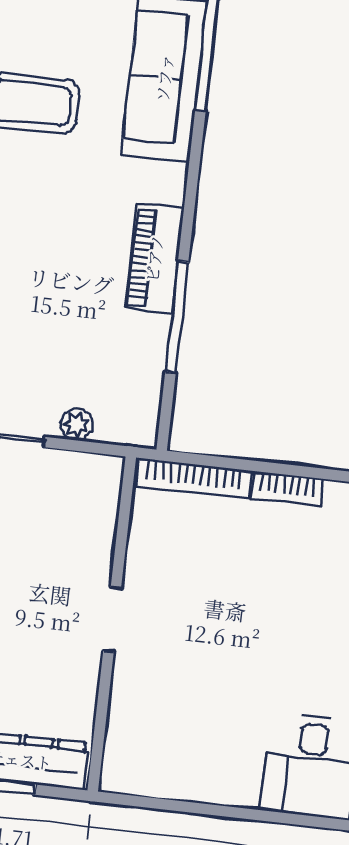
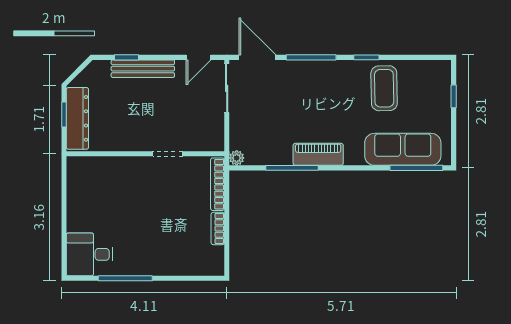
plant: (77, 424) -> (237, 158), moved
doorway: (112, 619) -> (168, 154), moved

